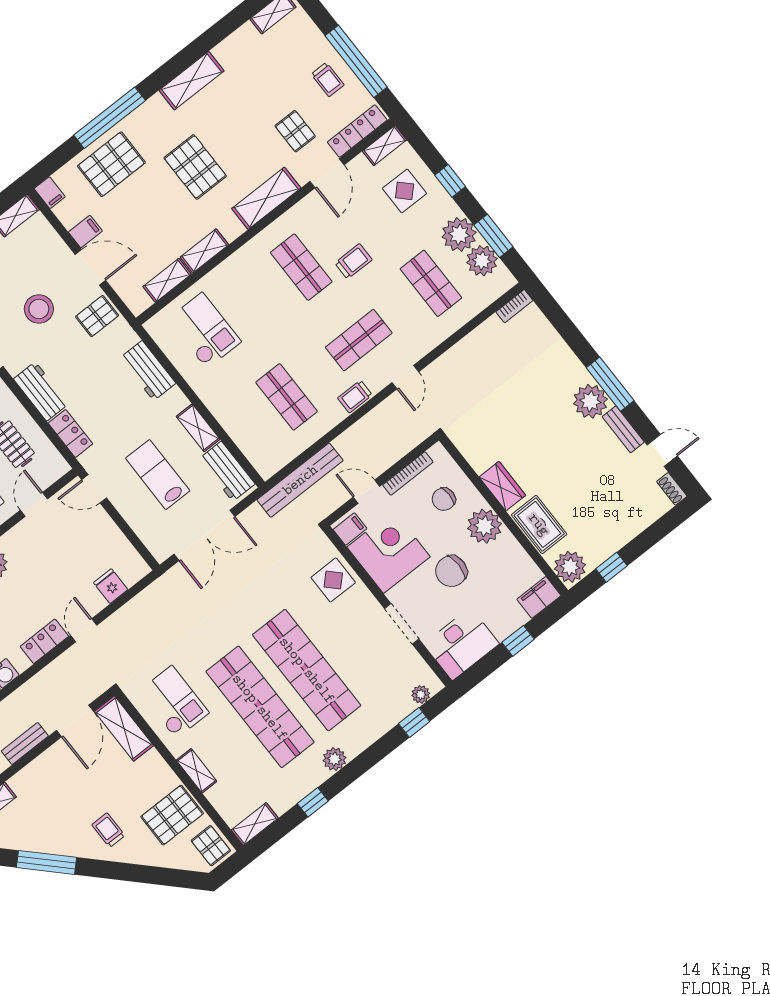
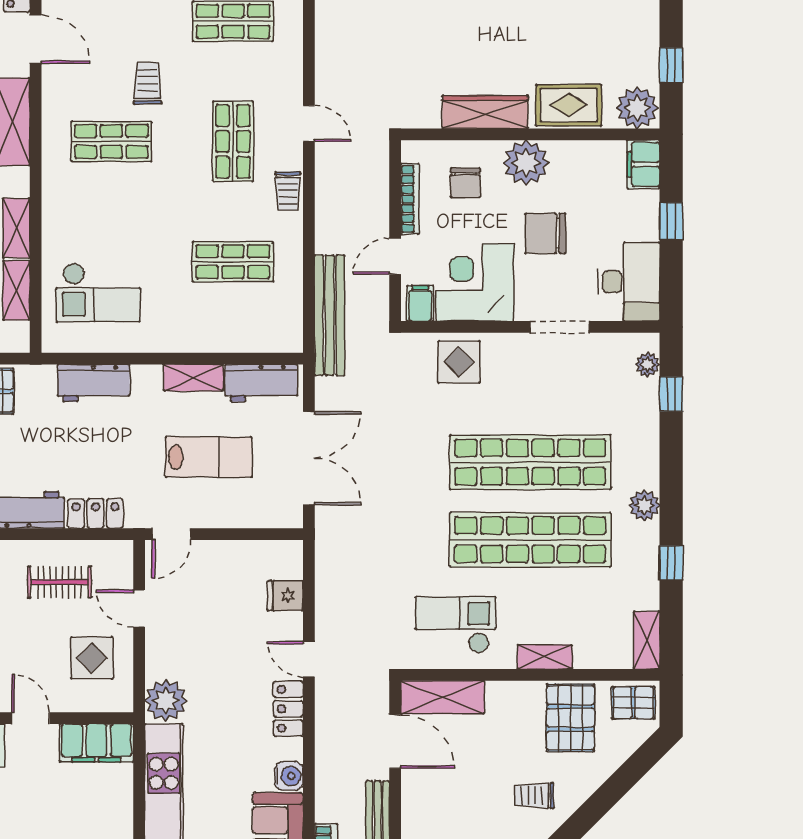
checkout: (204, 330) -> (98, 292), turned 180
lab bench: (158, 475) -> (209, 457), turned 180
wardrobe: (502, 486) -> (485, 112), width x1.50
chair: (451, 571) -> (545, 233), turned 90

